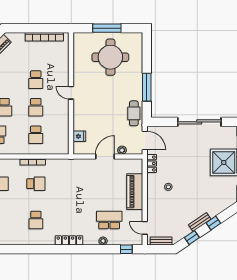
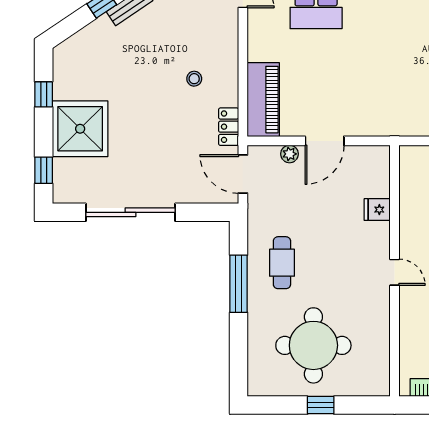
window: (107, 28) -> (321, 405), width x0.46
cafe table: (134, 113) -> (282, 263), moved
fridge: (79, 136) -> (377, 210), moved
piano: (135, 192) -> (263, 100), moved

